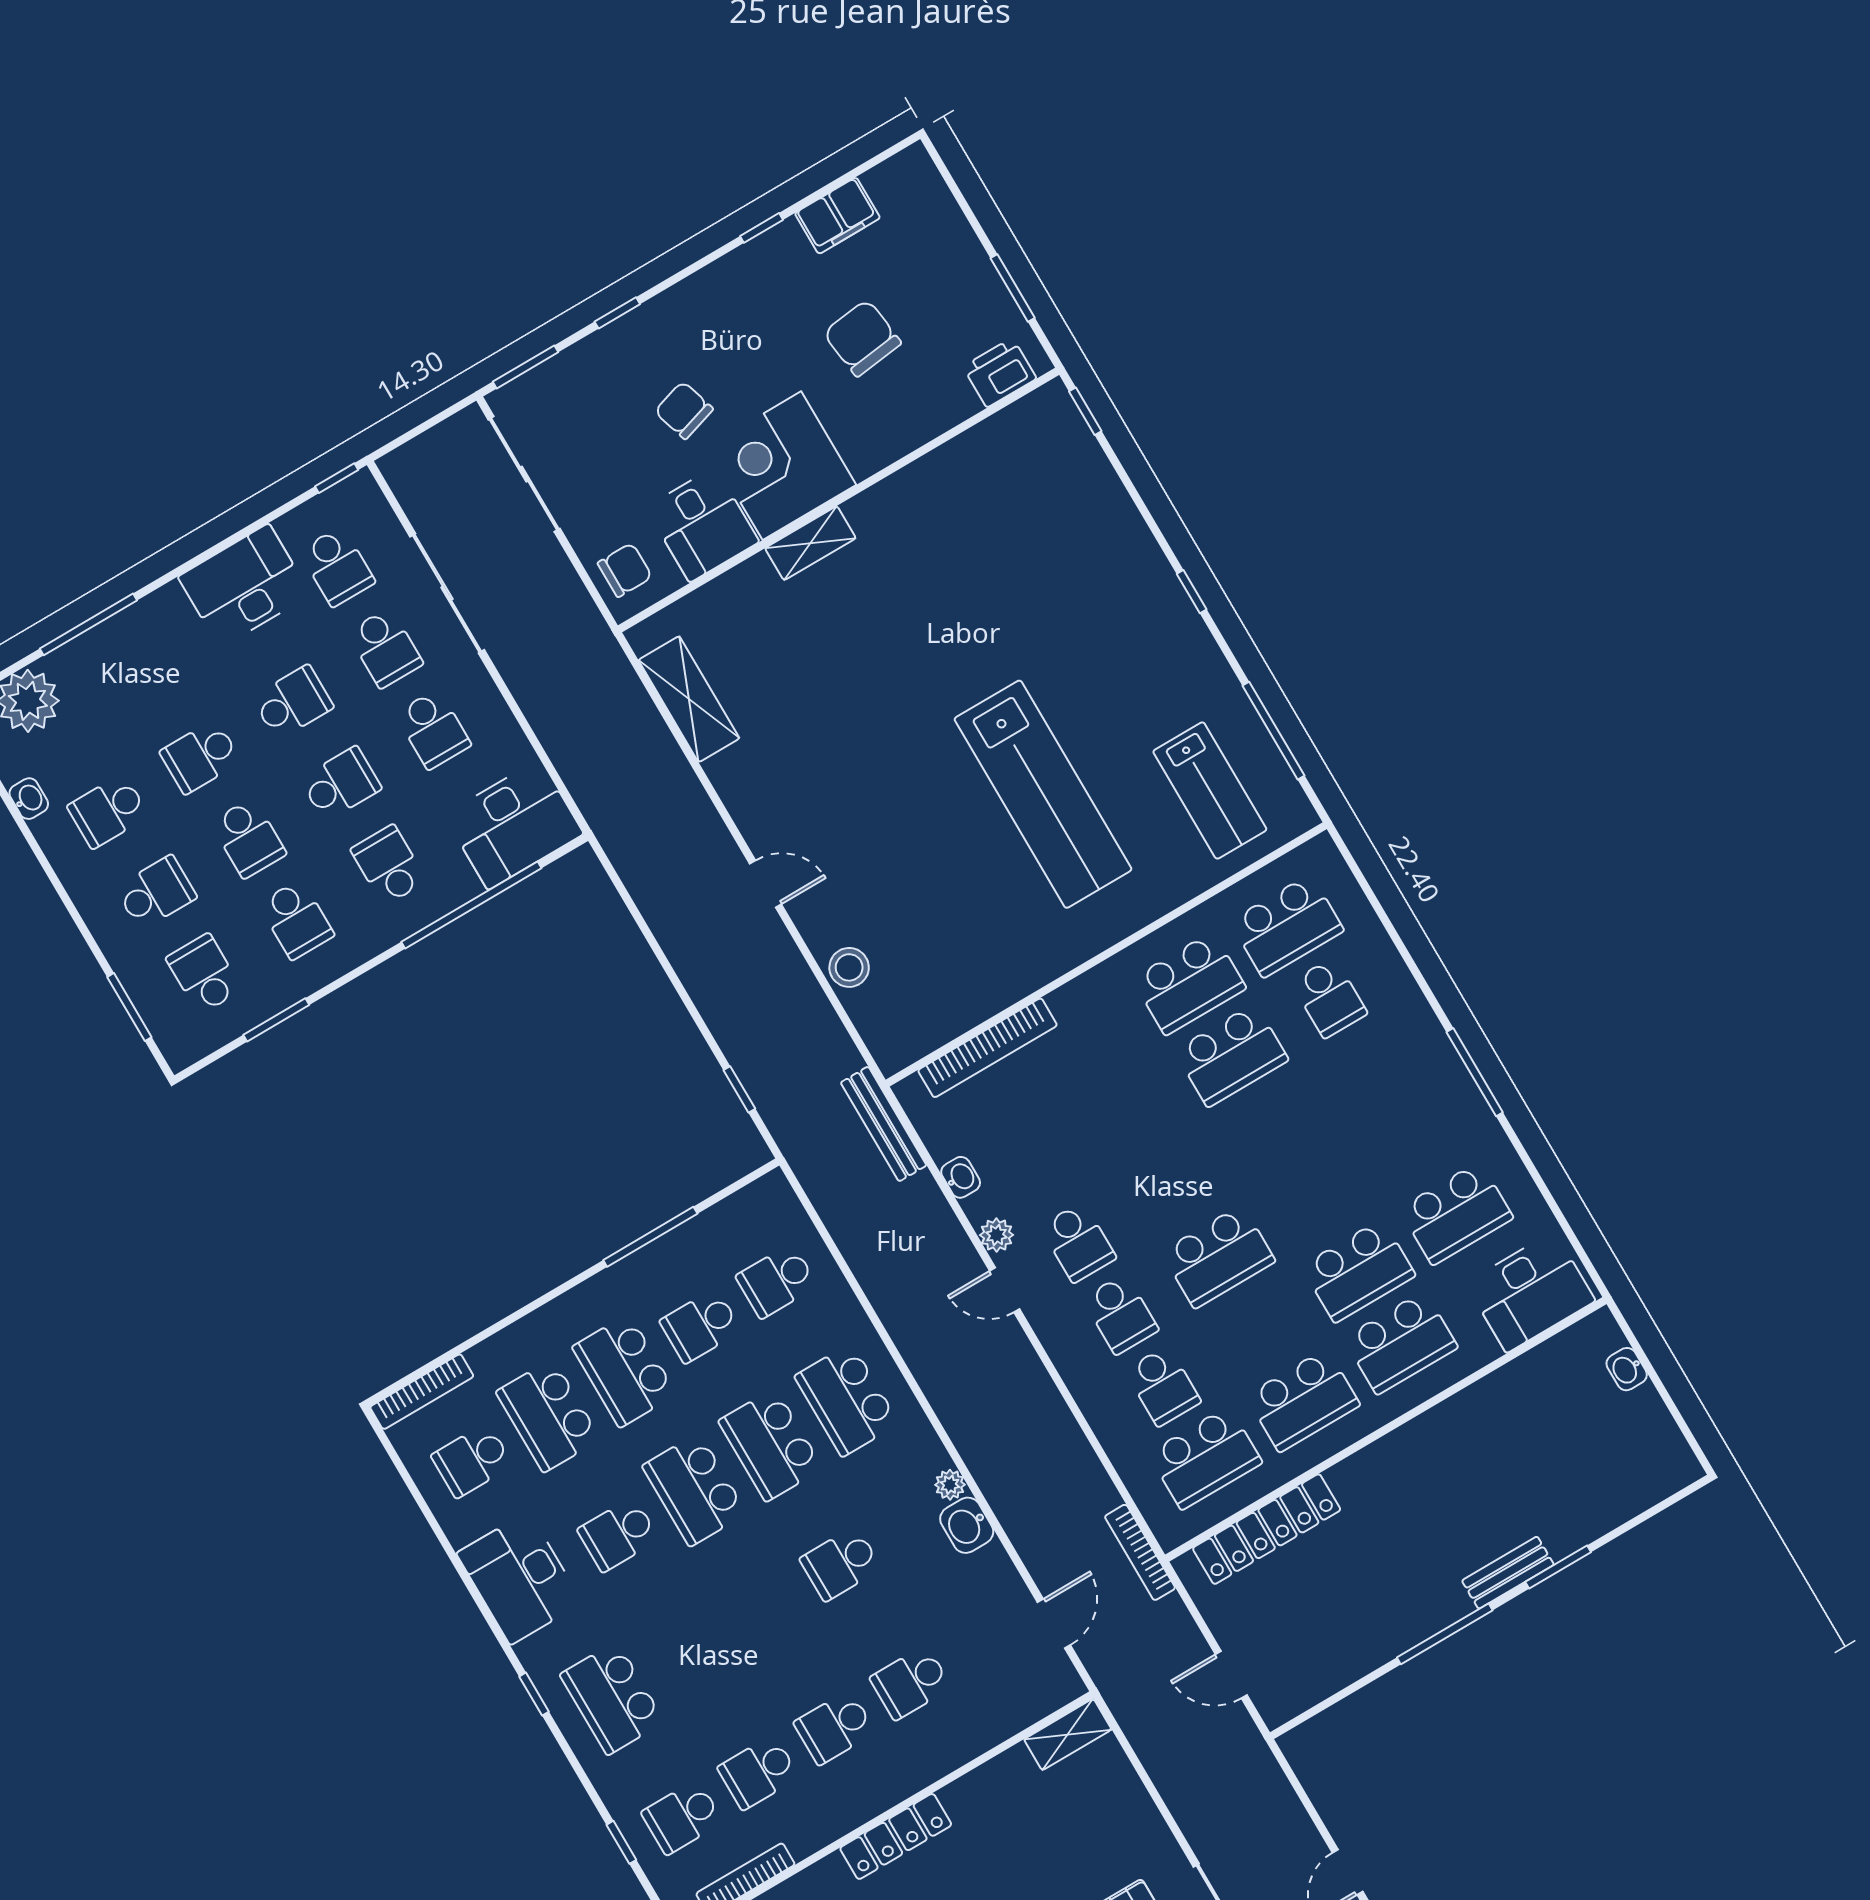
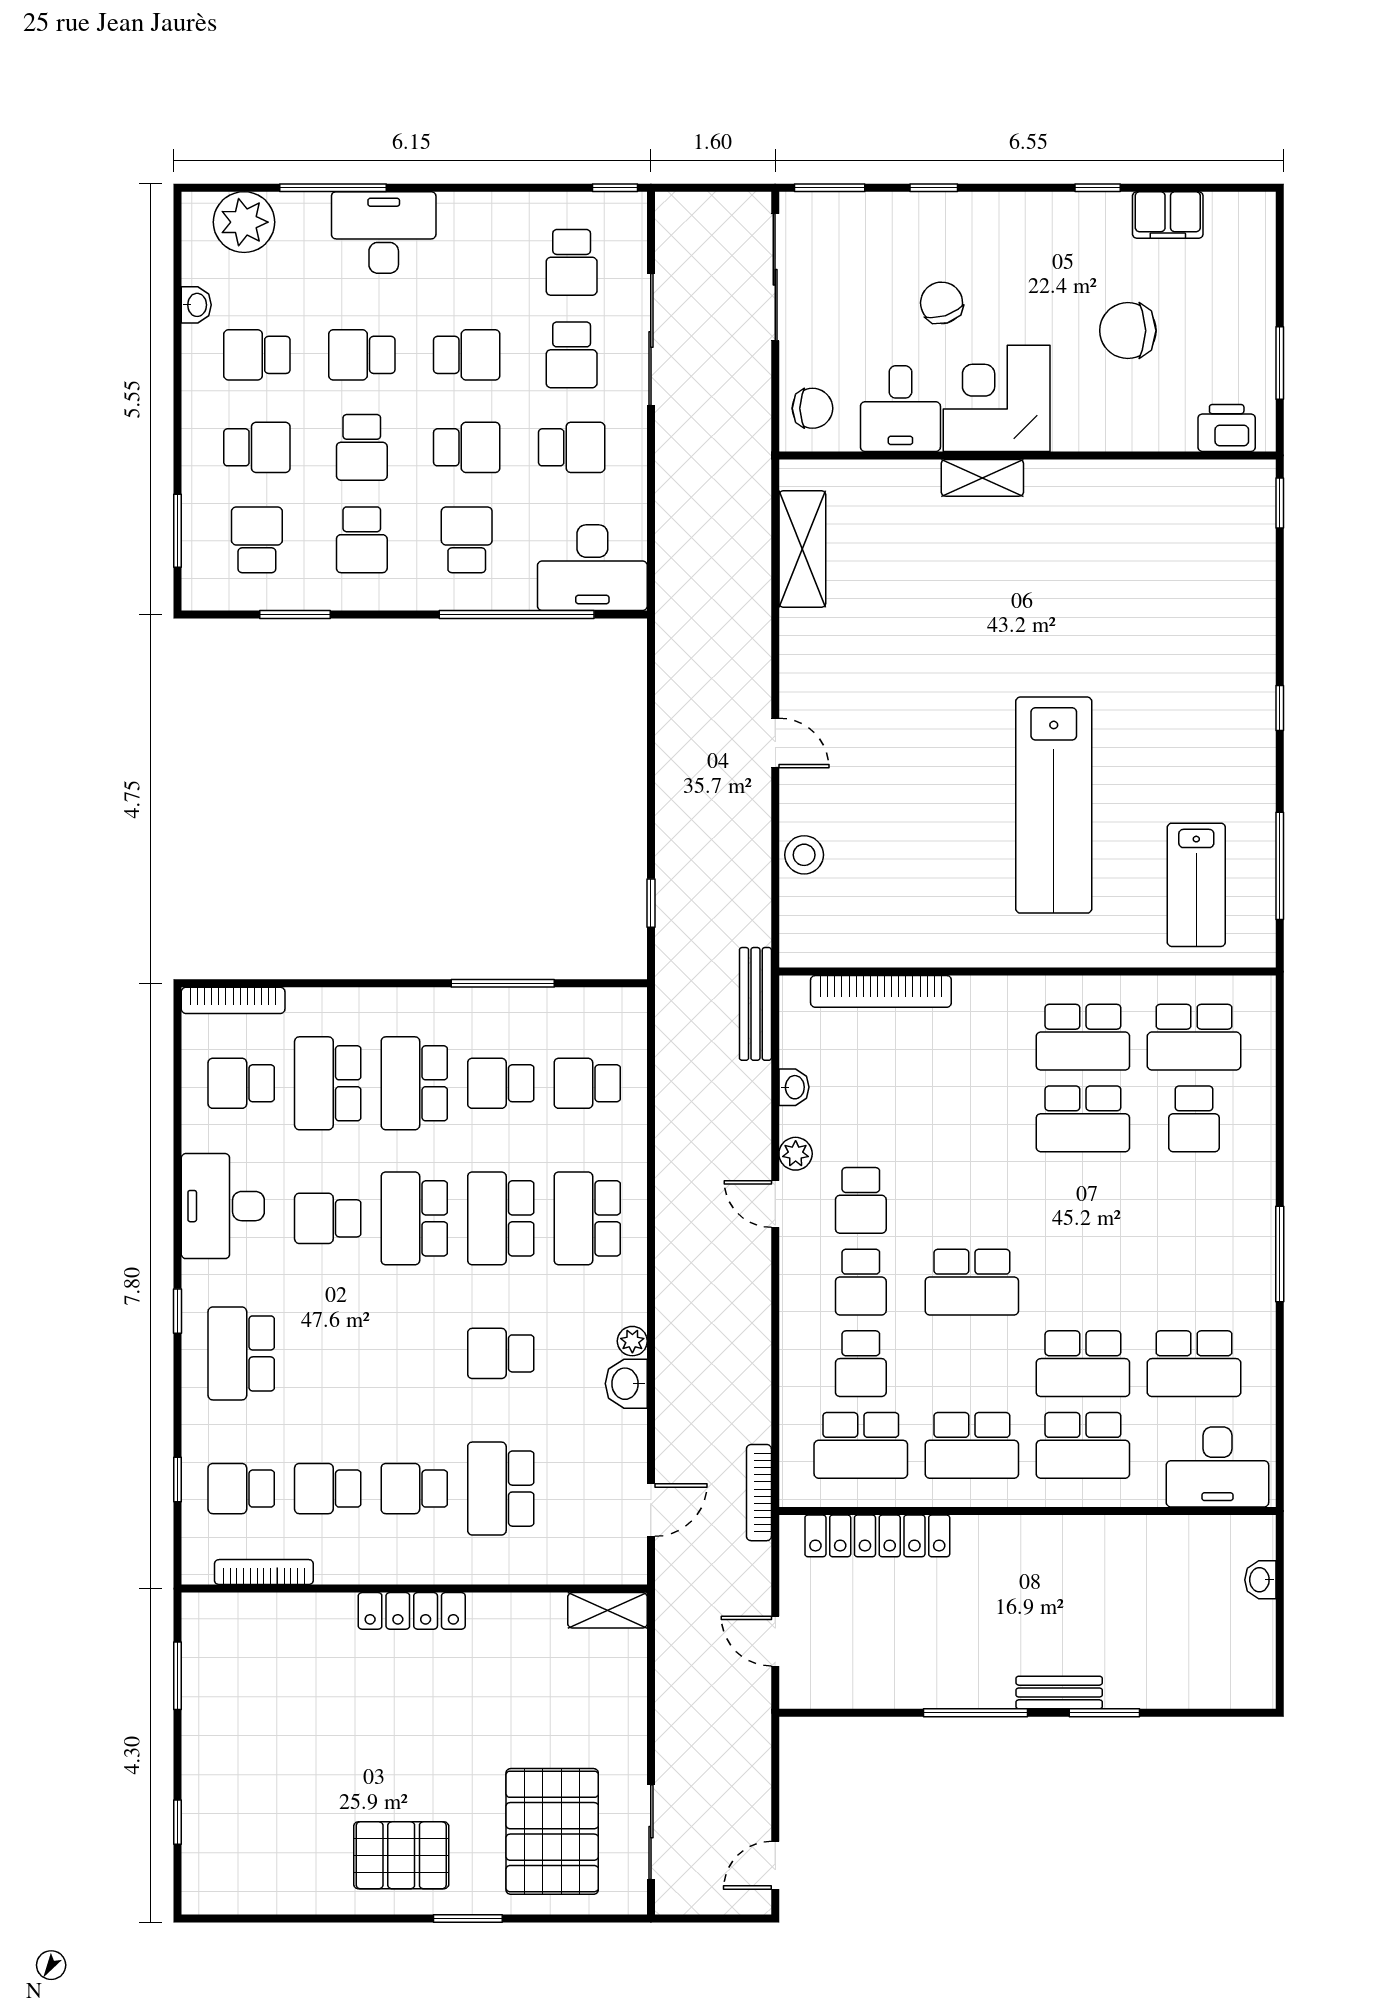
chair: (862, 338) -> (1128, 331), turned -83
desk: (244, 586) -> (384, 232), moved
school desk: (433, 729) -> (572, 447), turned -90
school desk: (911, 1683) -> (501, 1489), width x1.85

